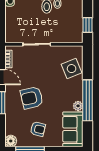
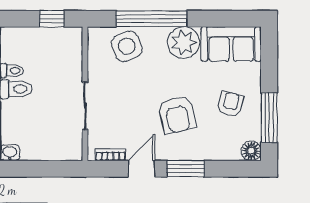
window: (88, 100) -> (152, 19), moved
plant: (78, 106) -> (184, 43), width x1.88, depth x1.88

